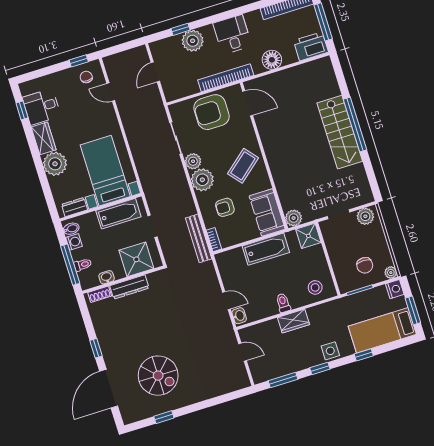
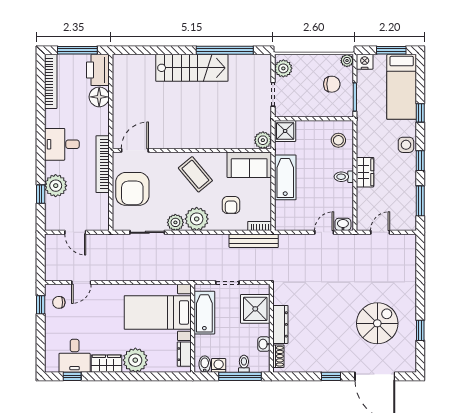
floor lamp: (272, 60) -> (99, 97), moved
window: (355, 124) -> (225, 50), moved

